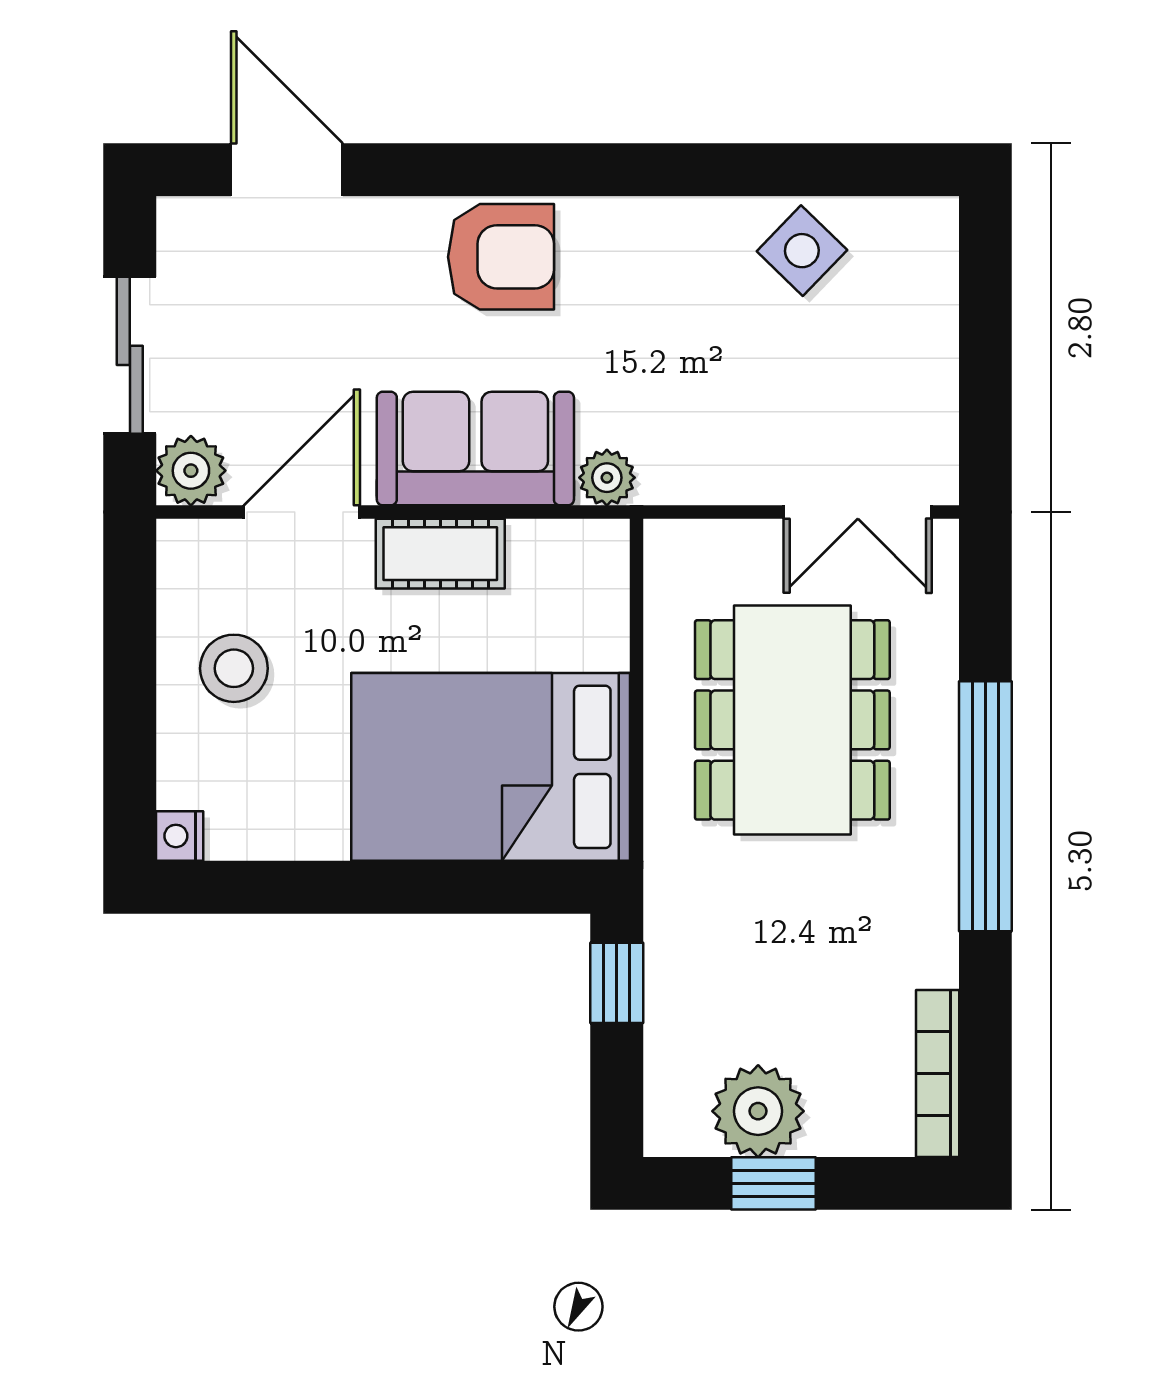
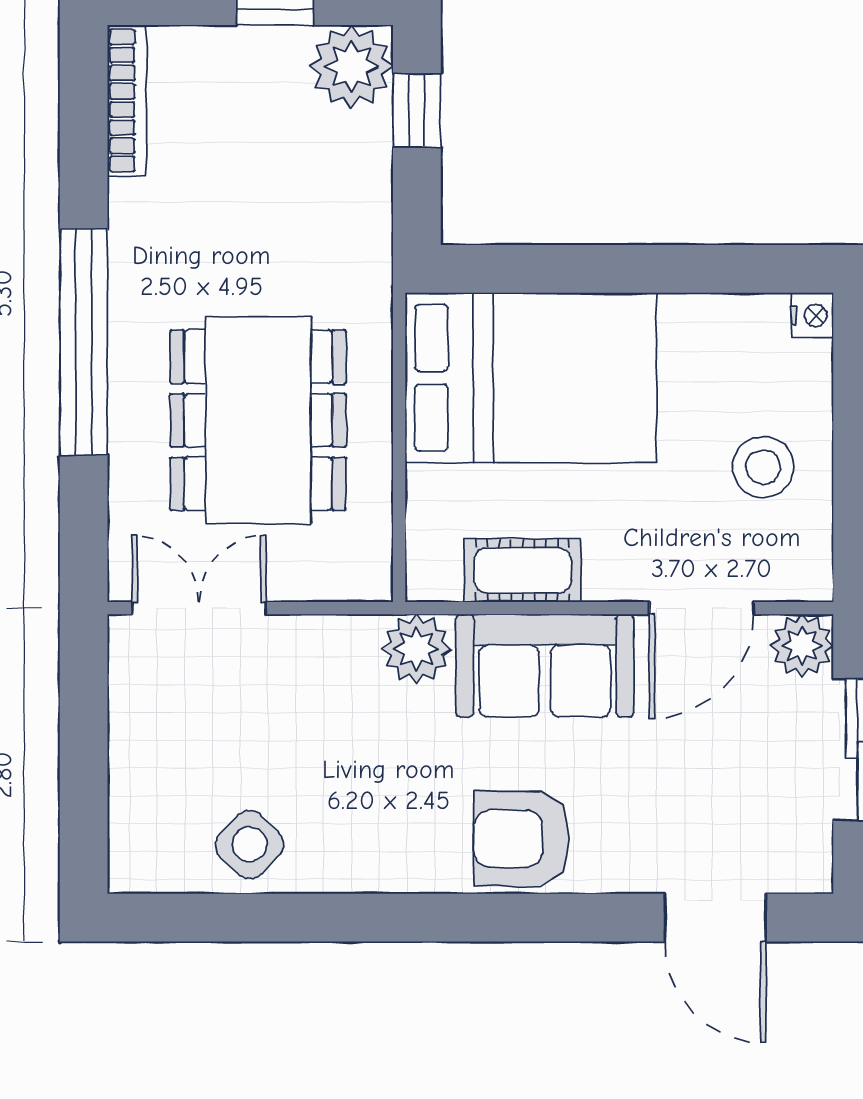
plant: (607, 478) -> (416, 649), width x1.38, depth x1.38
cot: (440, 554) -> (523, 571), moved
window: (617, 983) -> (417, 110), moved
plant: (758, 1111) -> (352, 66), moved

